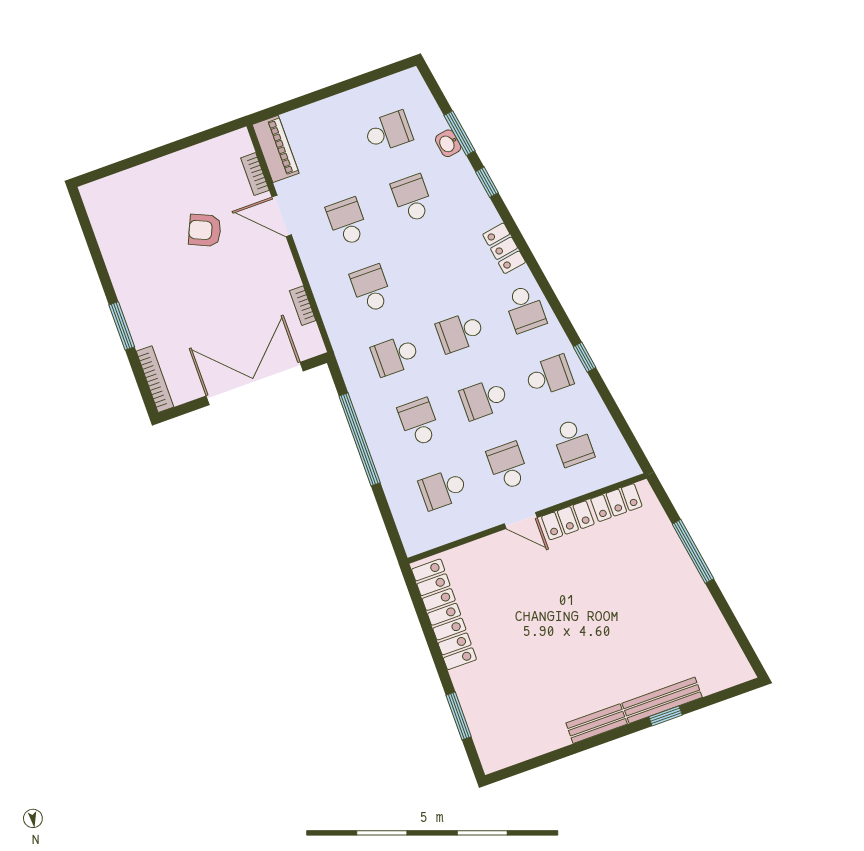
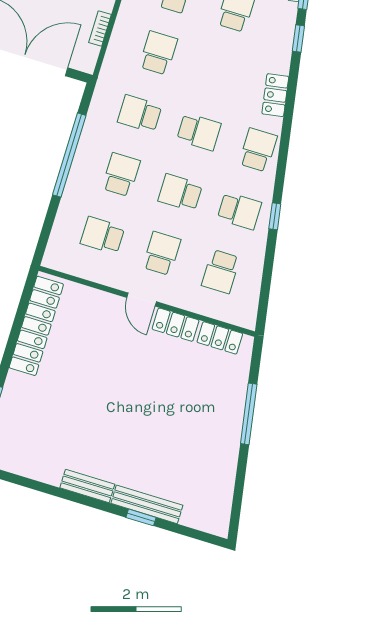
school desk: (525, 309) -> (258, 150), turned 180
school desk: (460, 332) -> (199, 132), turned 180

